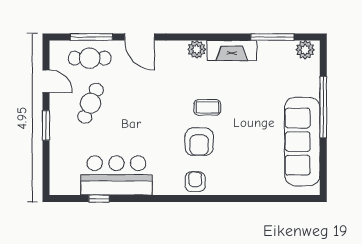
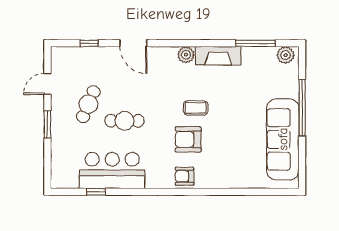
window: (91, 37) -> (89, 43), width x0.46
cafe table: (90, 58) -> (125, 121), moved
door: (46, 81) -> (47, 84), swing flipped
armchair: (199, 142) -> (188, 139), turned 90
armchair: (195, 182) -> (184, 176), turned -90

